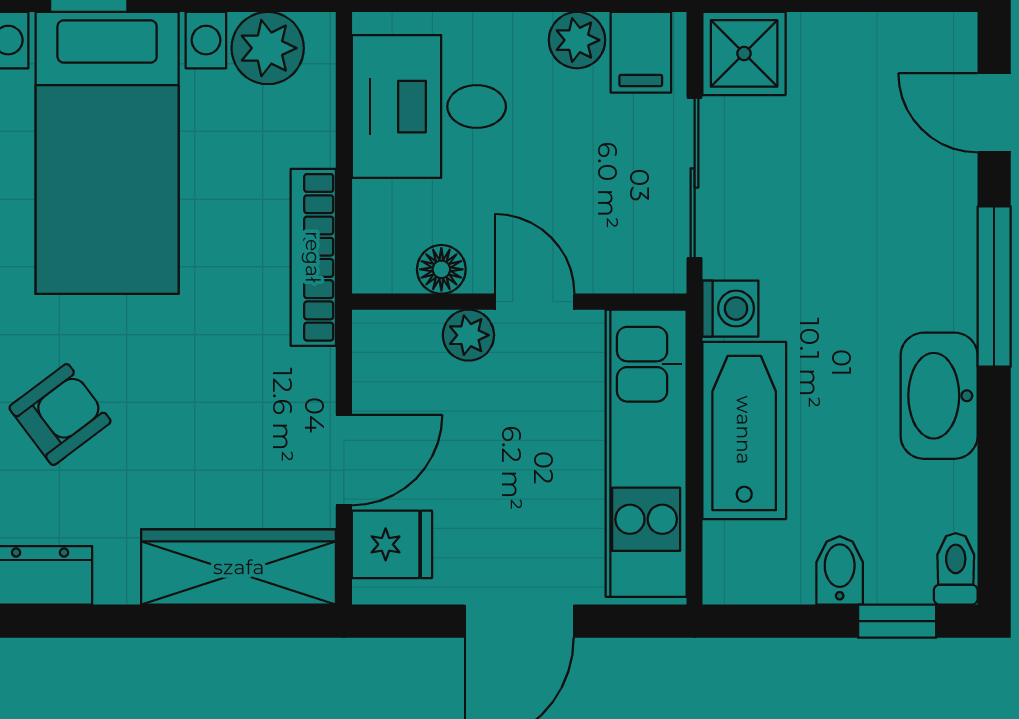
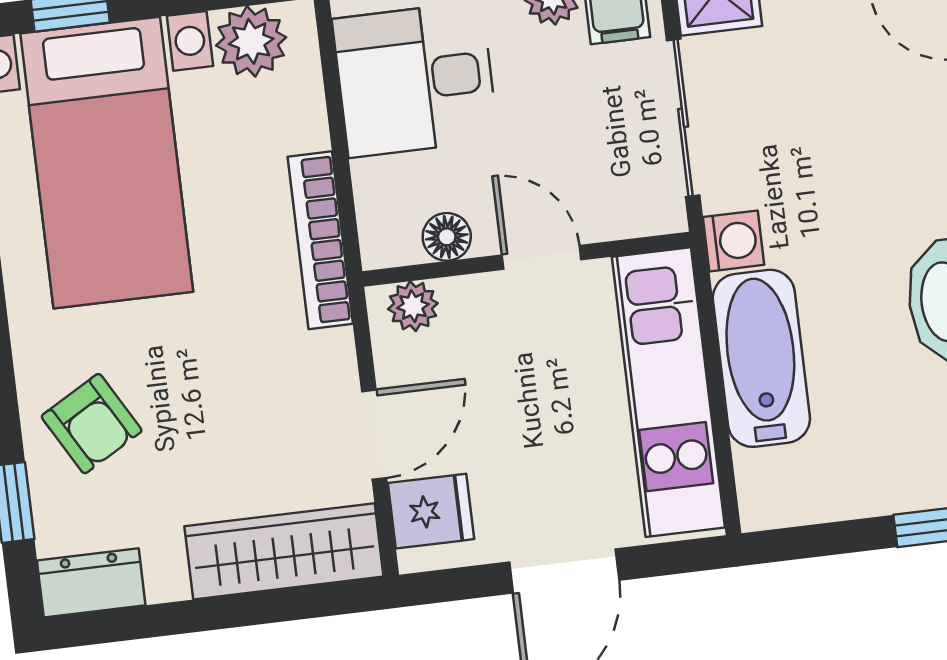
plant: (468, 335) -> (413, 306), moved
armchair: (60, 415) -> (92, 424), turned 97
bidet: (840, 570) -> (871, 484), removed

